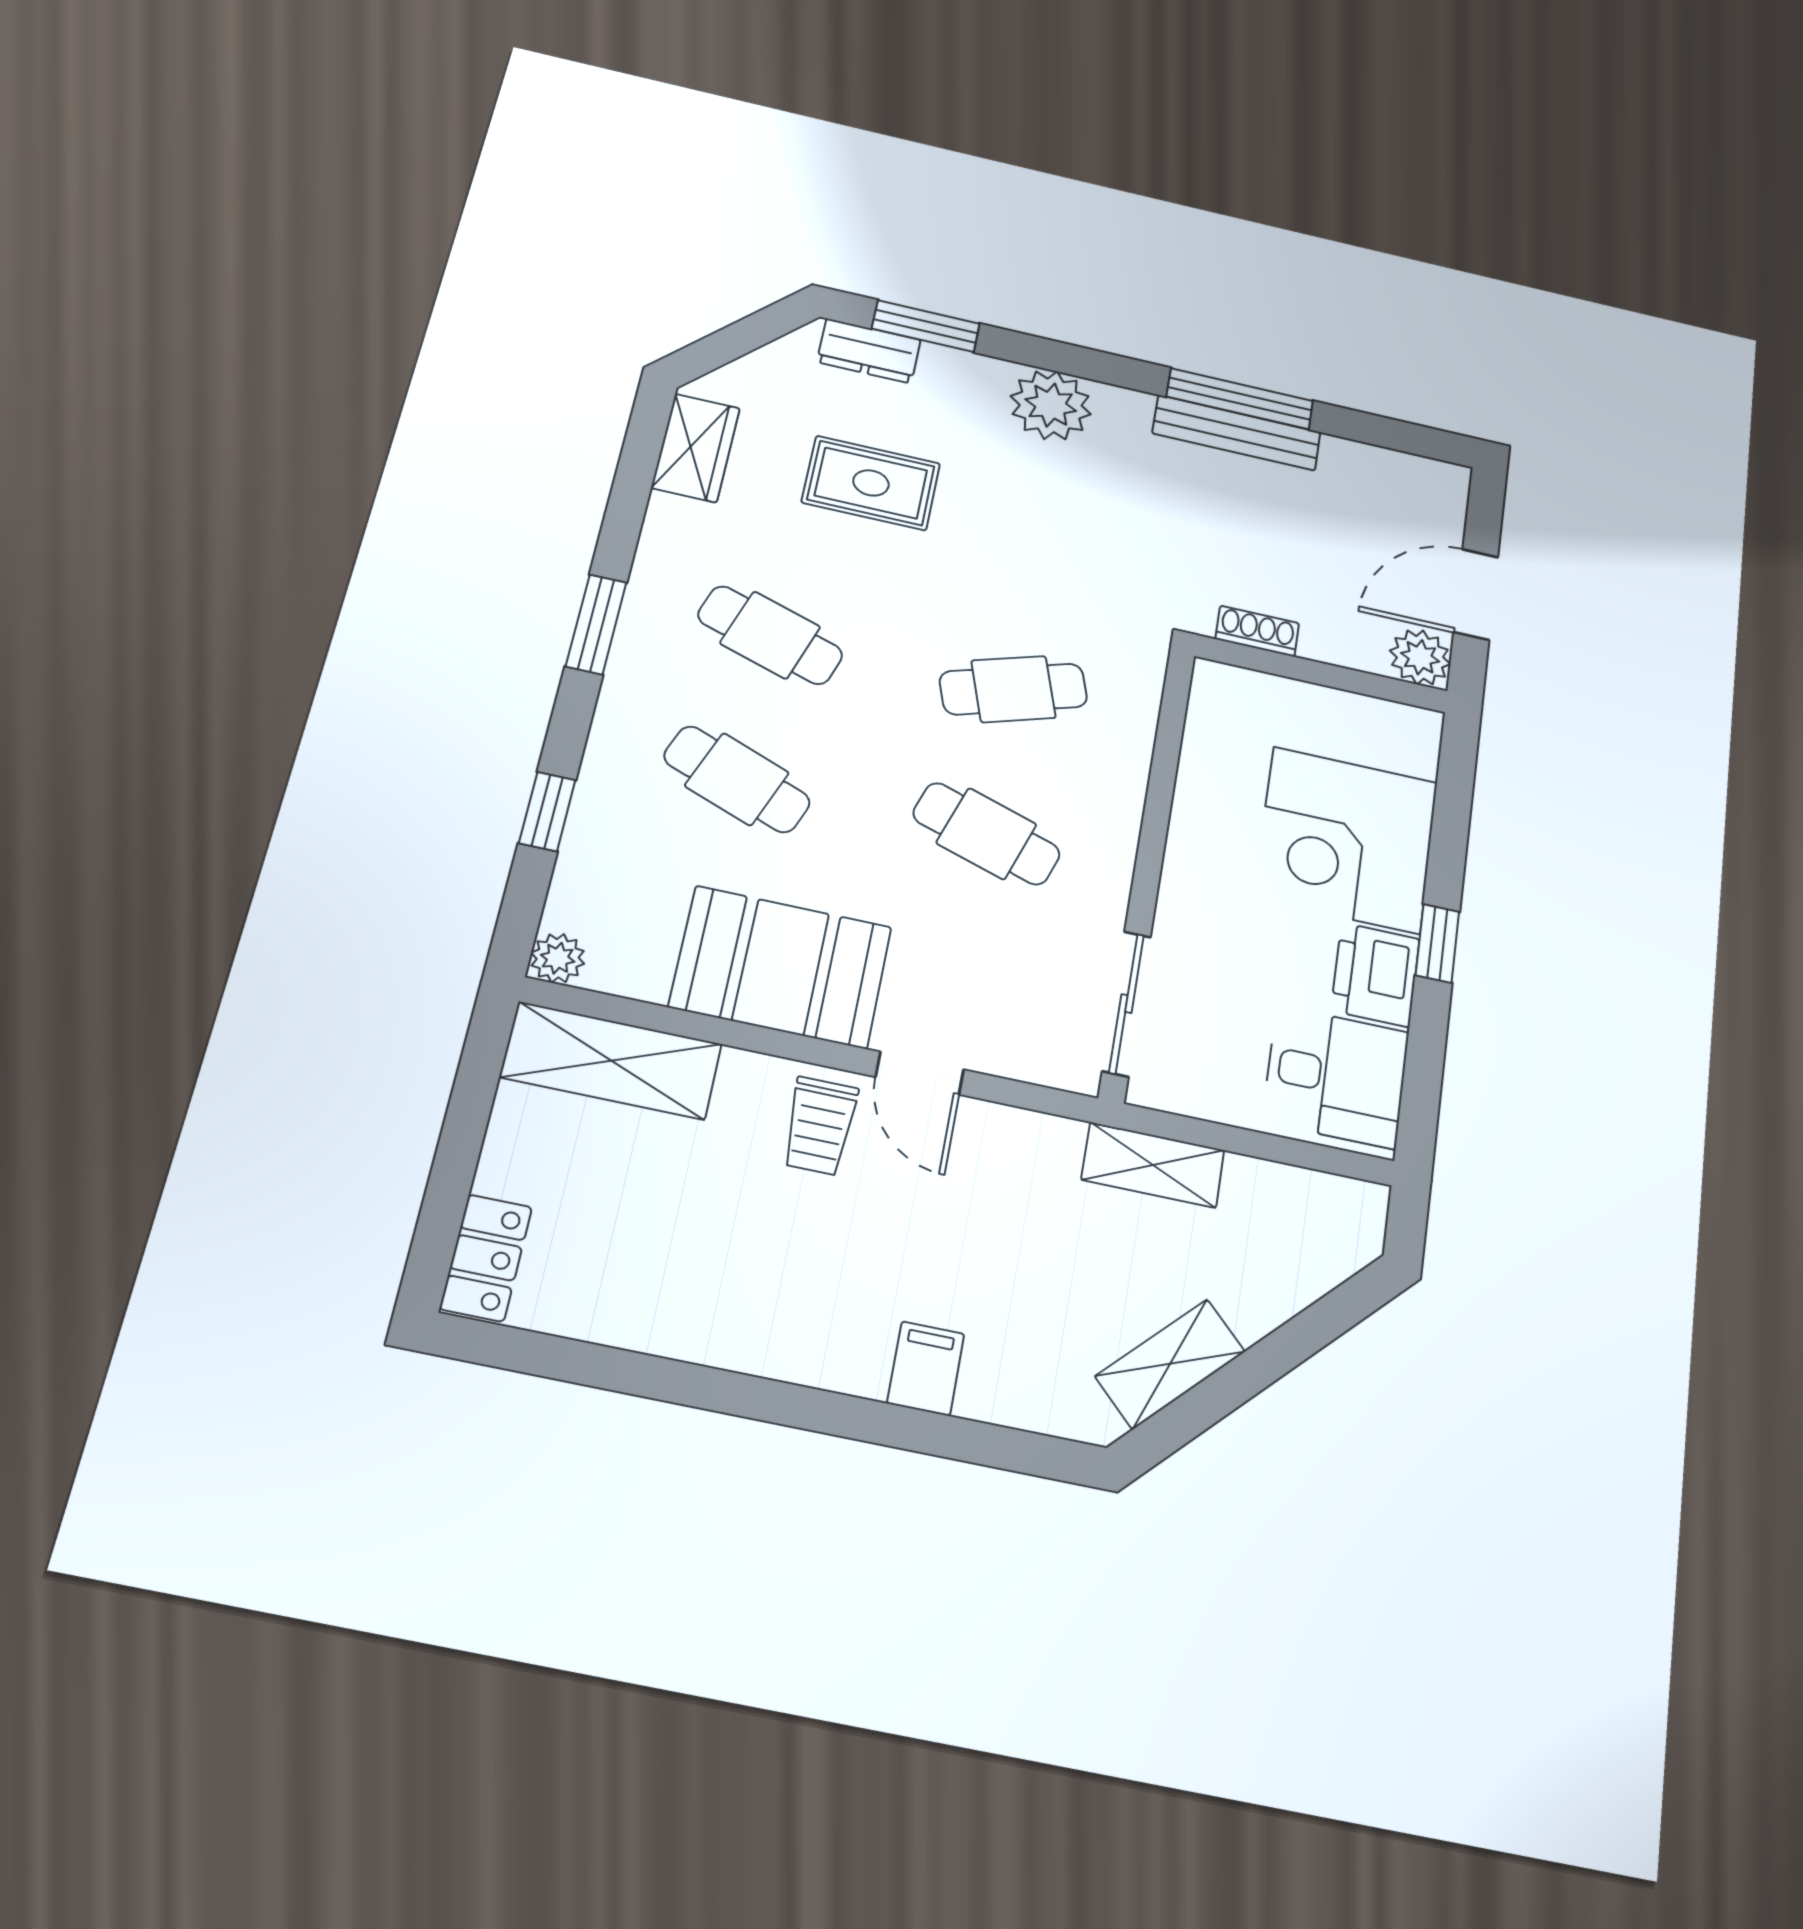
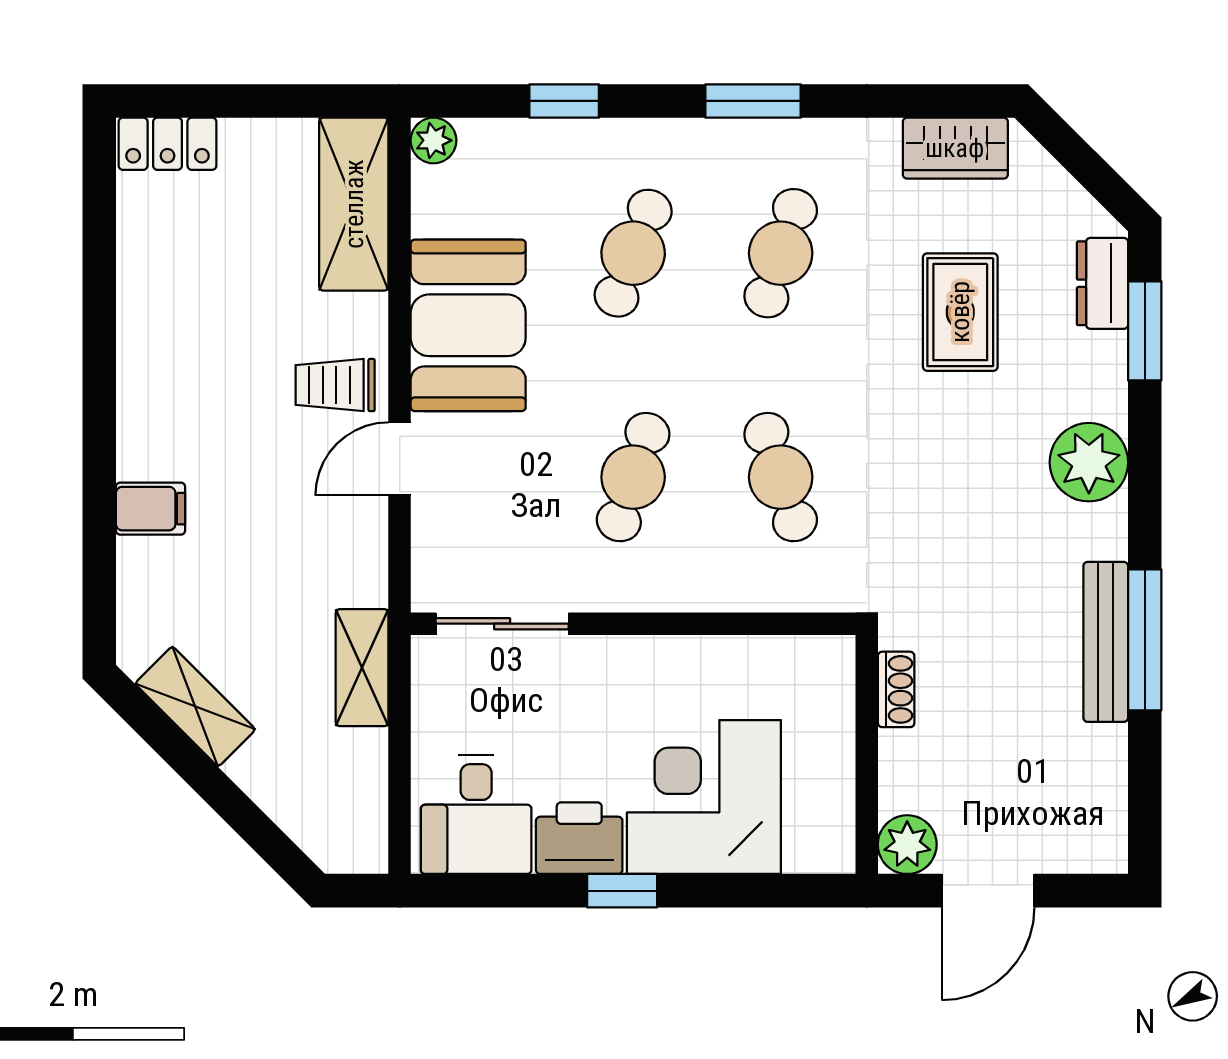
door: (1476, 594) -> (988, 891), swing flipped

